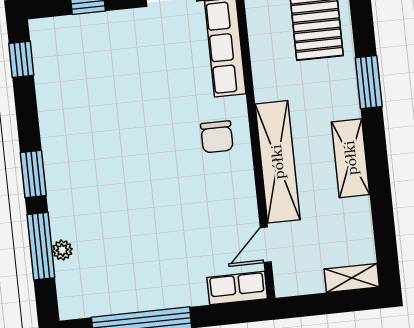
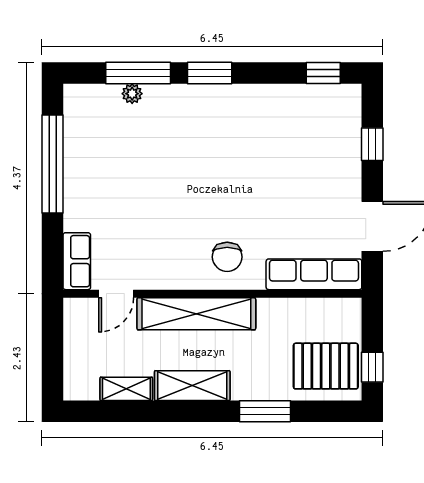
chair: (217, 137) -> (227, 257), turned -90
door: (266, 245) -> (116, 294), swing flipped
shelving: (352, 278) -> (126, 389), moved, turned 90

